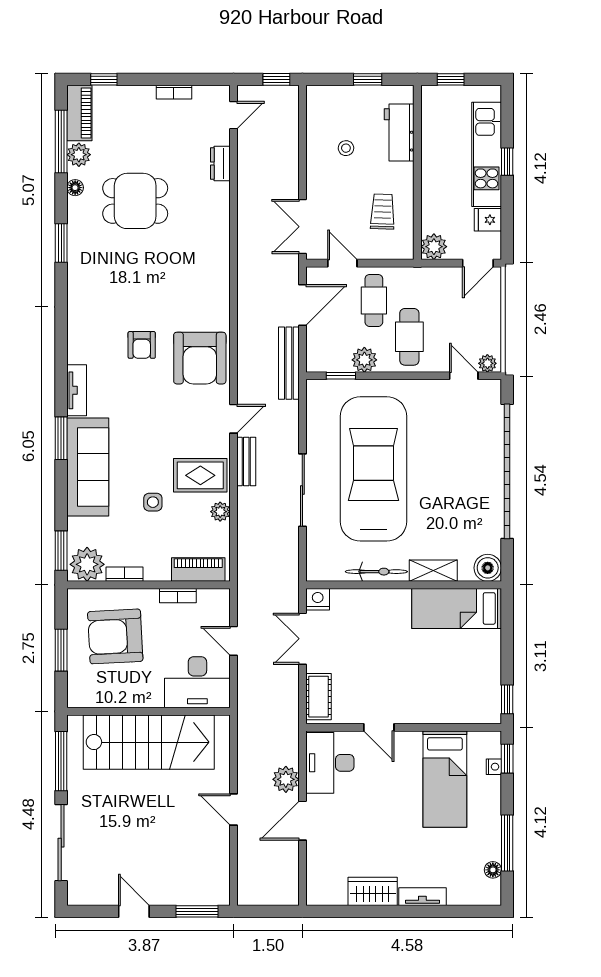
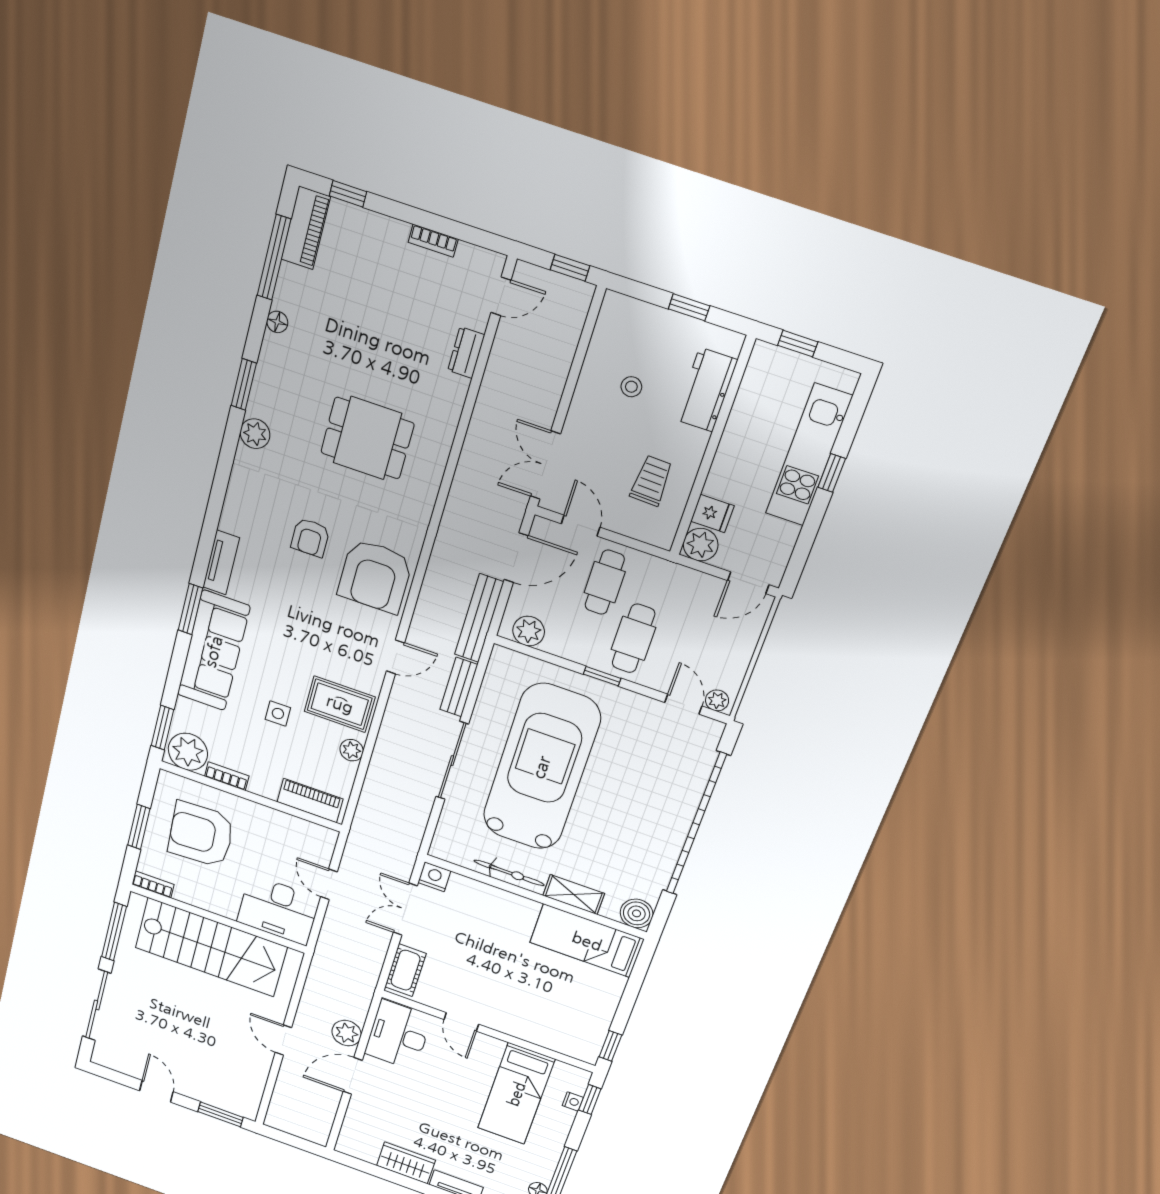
plant: (79, 155) -> (255, 434), moved
dining table: (135, 201) -> (367, 438), moved
fridge: (488, 220) -> (712, 514), moved, turned 180
plant: (364, 360) -> (529, 631), moved
window: (341, 376) -> (602, 676), moved
bench: (246, 461) -> (459, 687), moved
bookcase: (178, 596) -> (153, 884), moved, turned 180

